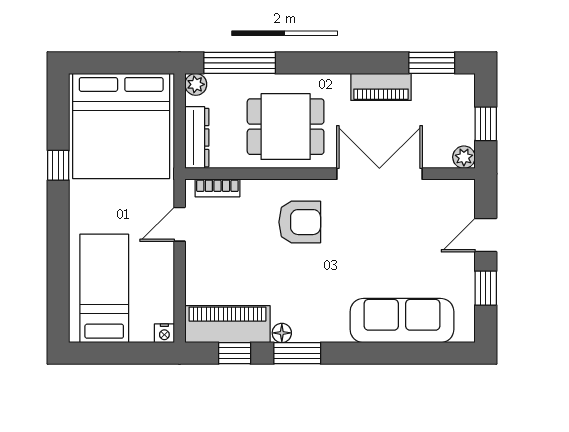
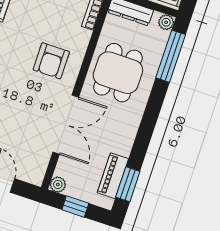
piano: (381, 87) -> (113, 176), moved

